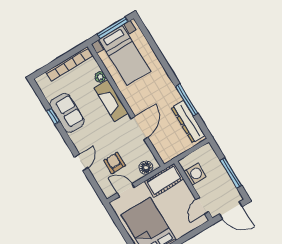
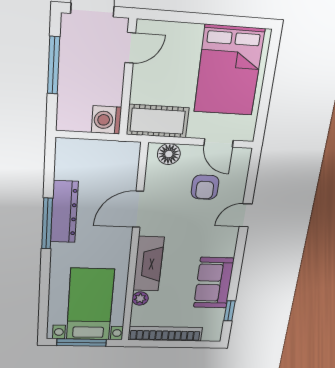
window: (186, 100) -> (47, 224), moved
window: (53, 116) -> (229, 311), moved
dresser: (188, 122) -> (64, 212), moved
washing machine: (195, 174) -> (106, 120), moved

